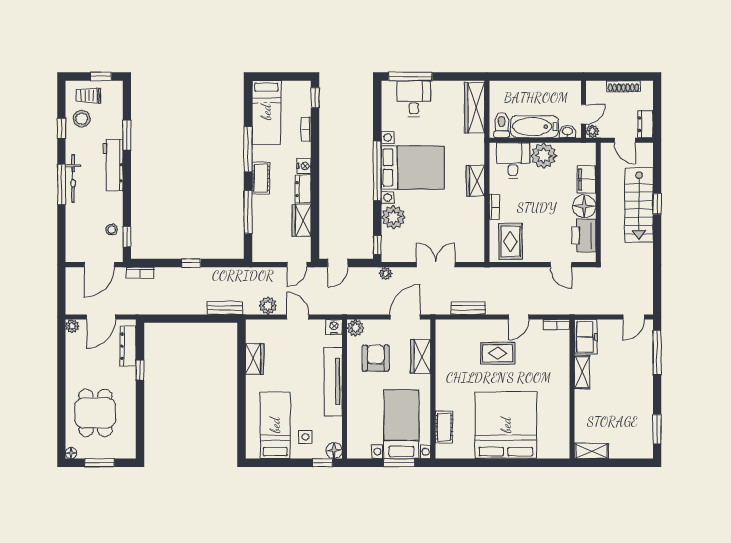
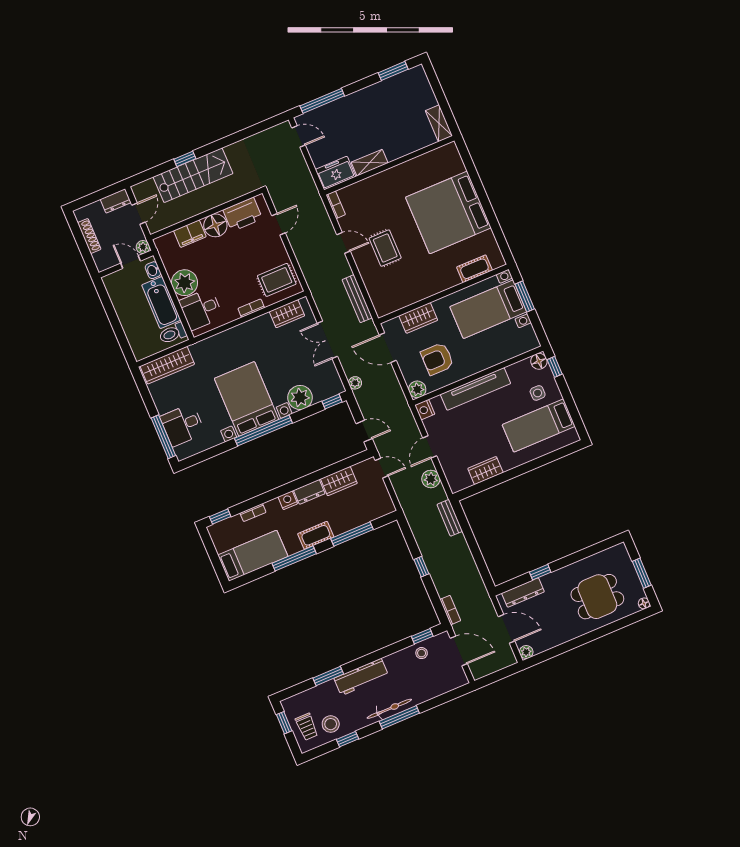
wardrobe: (475, 181) -> (287, 314), moved
bench: (468, 308) -> (357, 299), width x1.36

